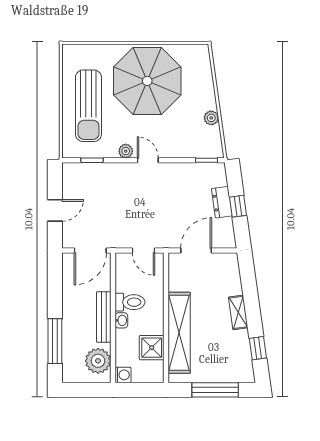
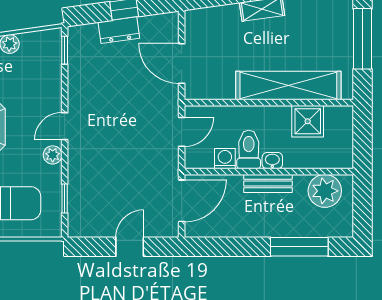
door: (55, 210) -> (130, 247), hinge flipped
door: (90, 250) -> (182, 201), hinge flipped
bench: (104, 317) -> (268, 184), width x0.73
washing machine: (123, 375) -> (225, 159), moved

